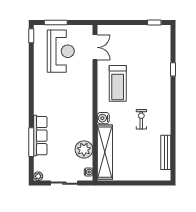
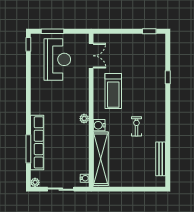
row of seats: (40, 136) -> (37, 142), width x1.36
plant: (84, 149) -> (84, 119), moved, width x0.53, depth x0.53

